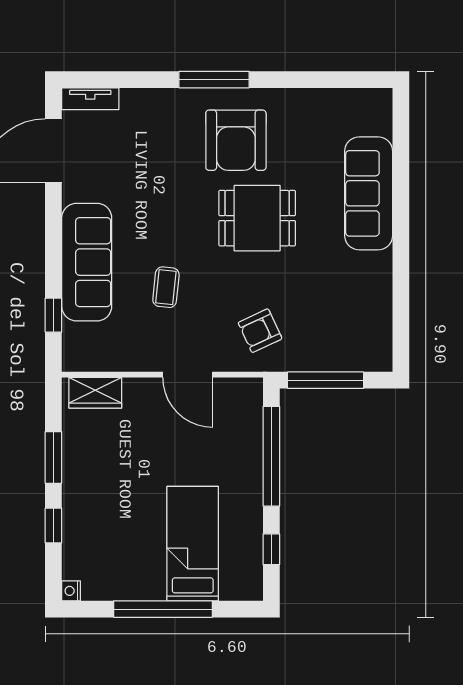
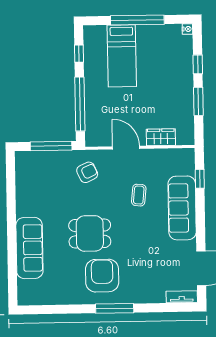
wardrobe: (95, 393) -> (161, 137), moved

